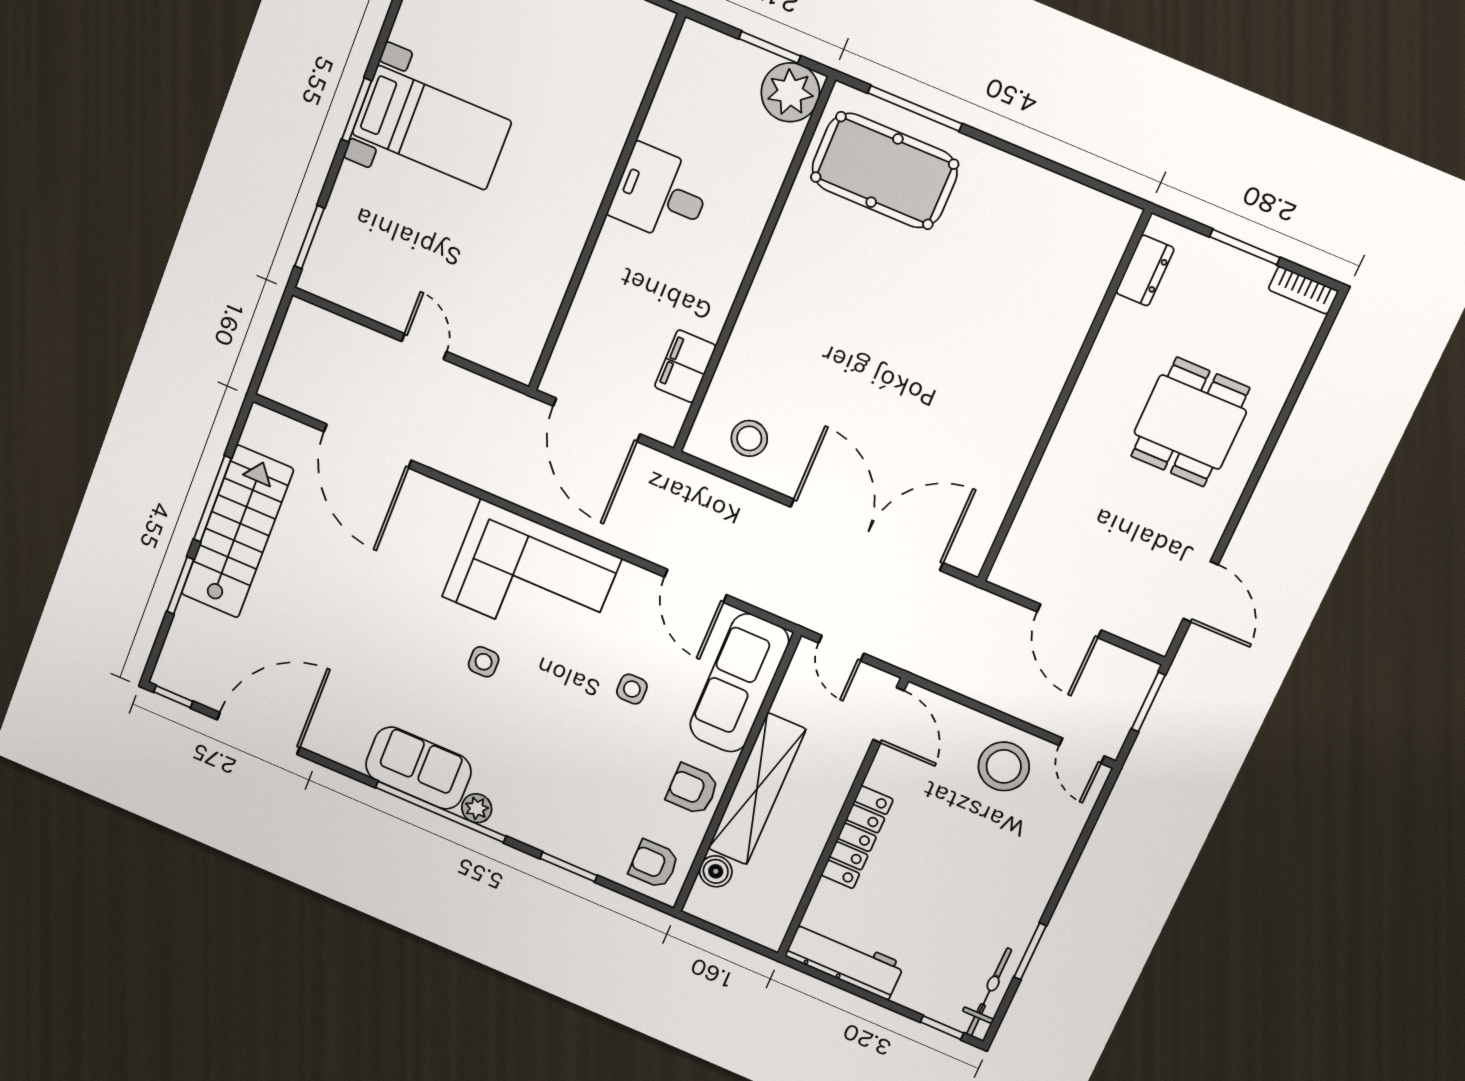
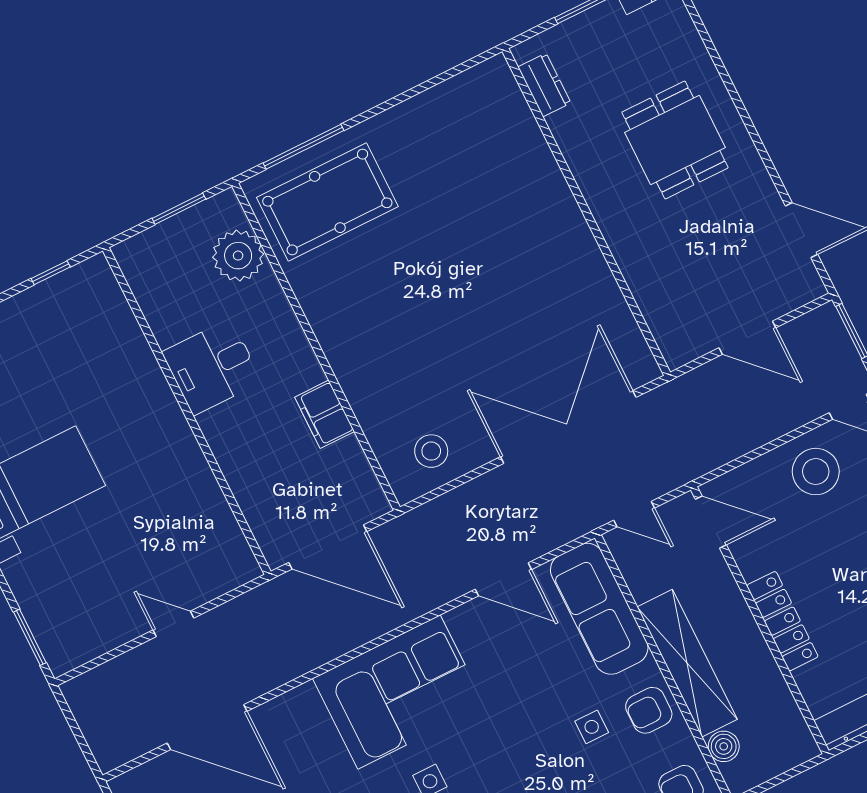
plant: (790, 92) -> (238, 256), moved
filing cabinet: (685, 366) -> (325, 414), moved
side table: (632, 689) -> (592, 727), moved

